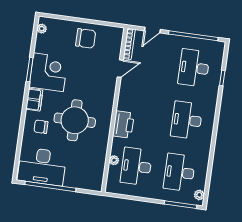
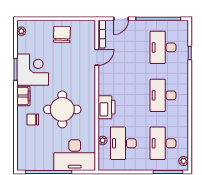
chair: (86, 38) -> (62, 34), turned -88
desk: (42, 166) -> (75, 155), moved

